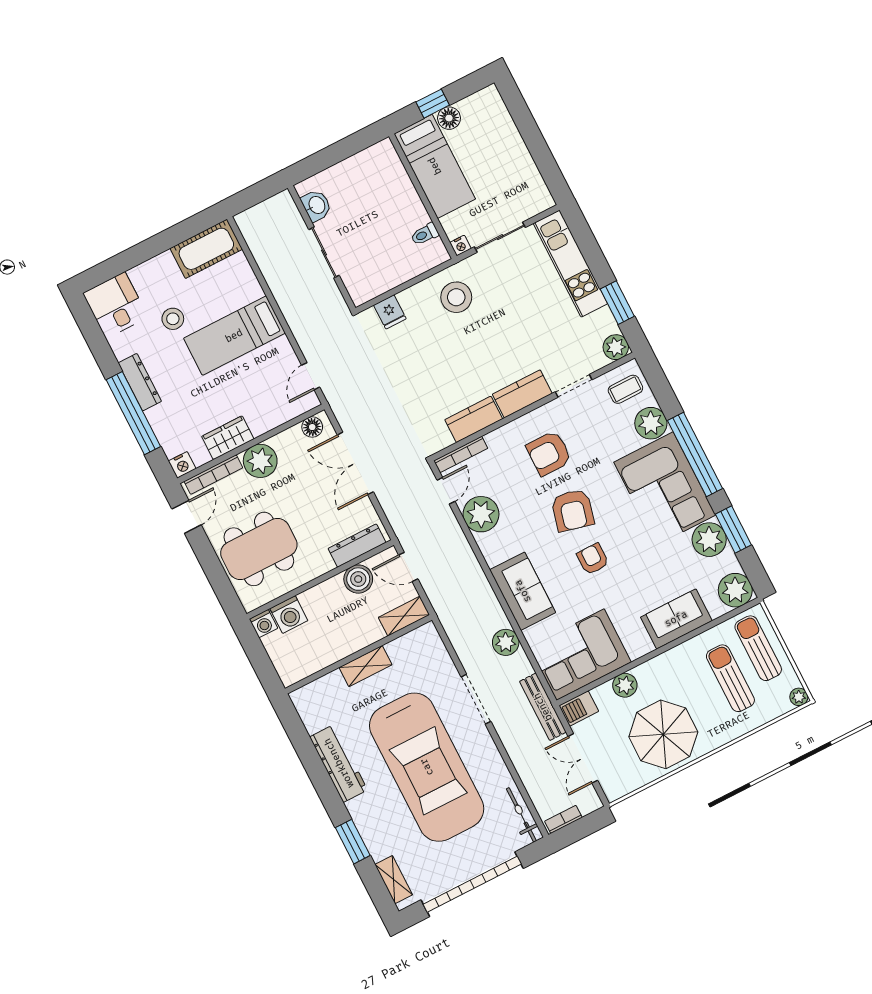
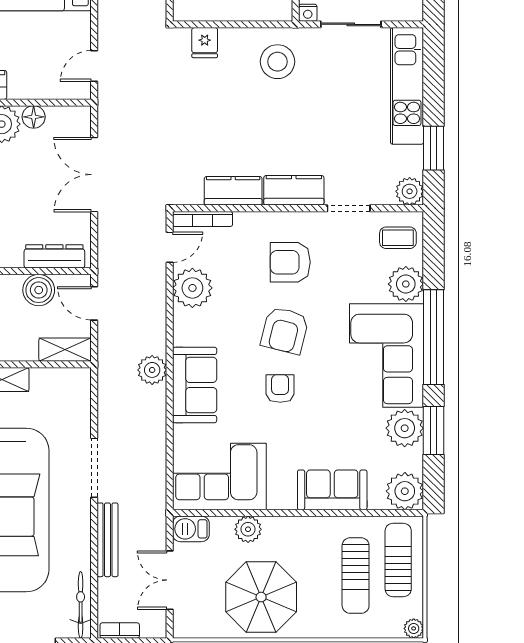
floor lamp: (312, 427) -> (34, 117), moved
plant: (506, 642) -> (152, 370), moved
sun lounger: (730, 678) -> (356, 576), turned 180
bench: (543, 707) -> (108, 540), moved

